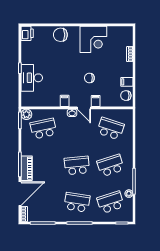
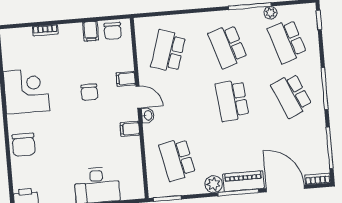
door: (84, 108) -> (138, 97), hinge flipped
plant: (26, 114) -> (214, 184), moved
school desk: (77, 202) -> (292, 95), turned -33

